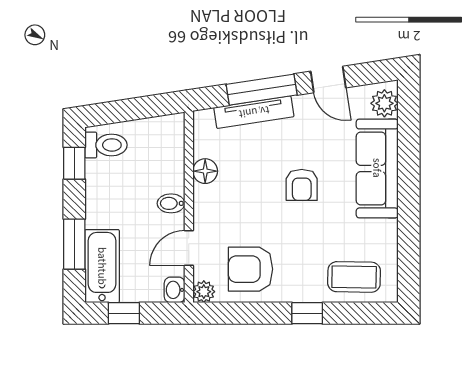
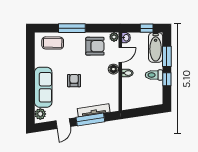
door: (328, 79) -> (63, 124), swing flipped
toilet: (106, 145) -> (154, 75), moved
window: (74, 163) -> (167, 79), moved
floor lamp: (205, 171) -> (113, 69), moved
window: (307, 313) -> (72, 28), width x2.17

